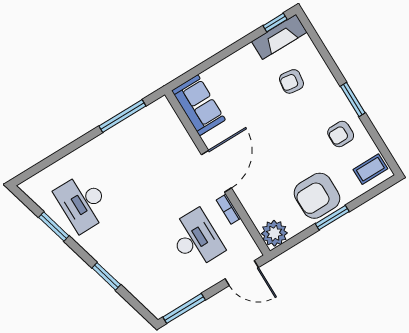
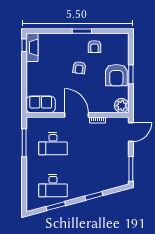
armchair: (291, 81) -> (79, 68), moved
coffee table: (370, 169) -> (119, 43), removed
desk: (196, 239) -> (53, 144), moved, turned 180

